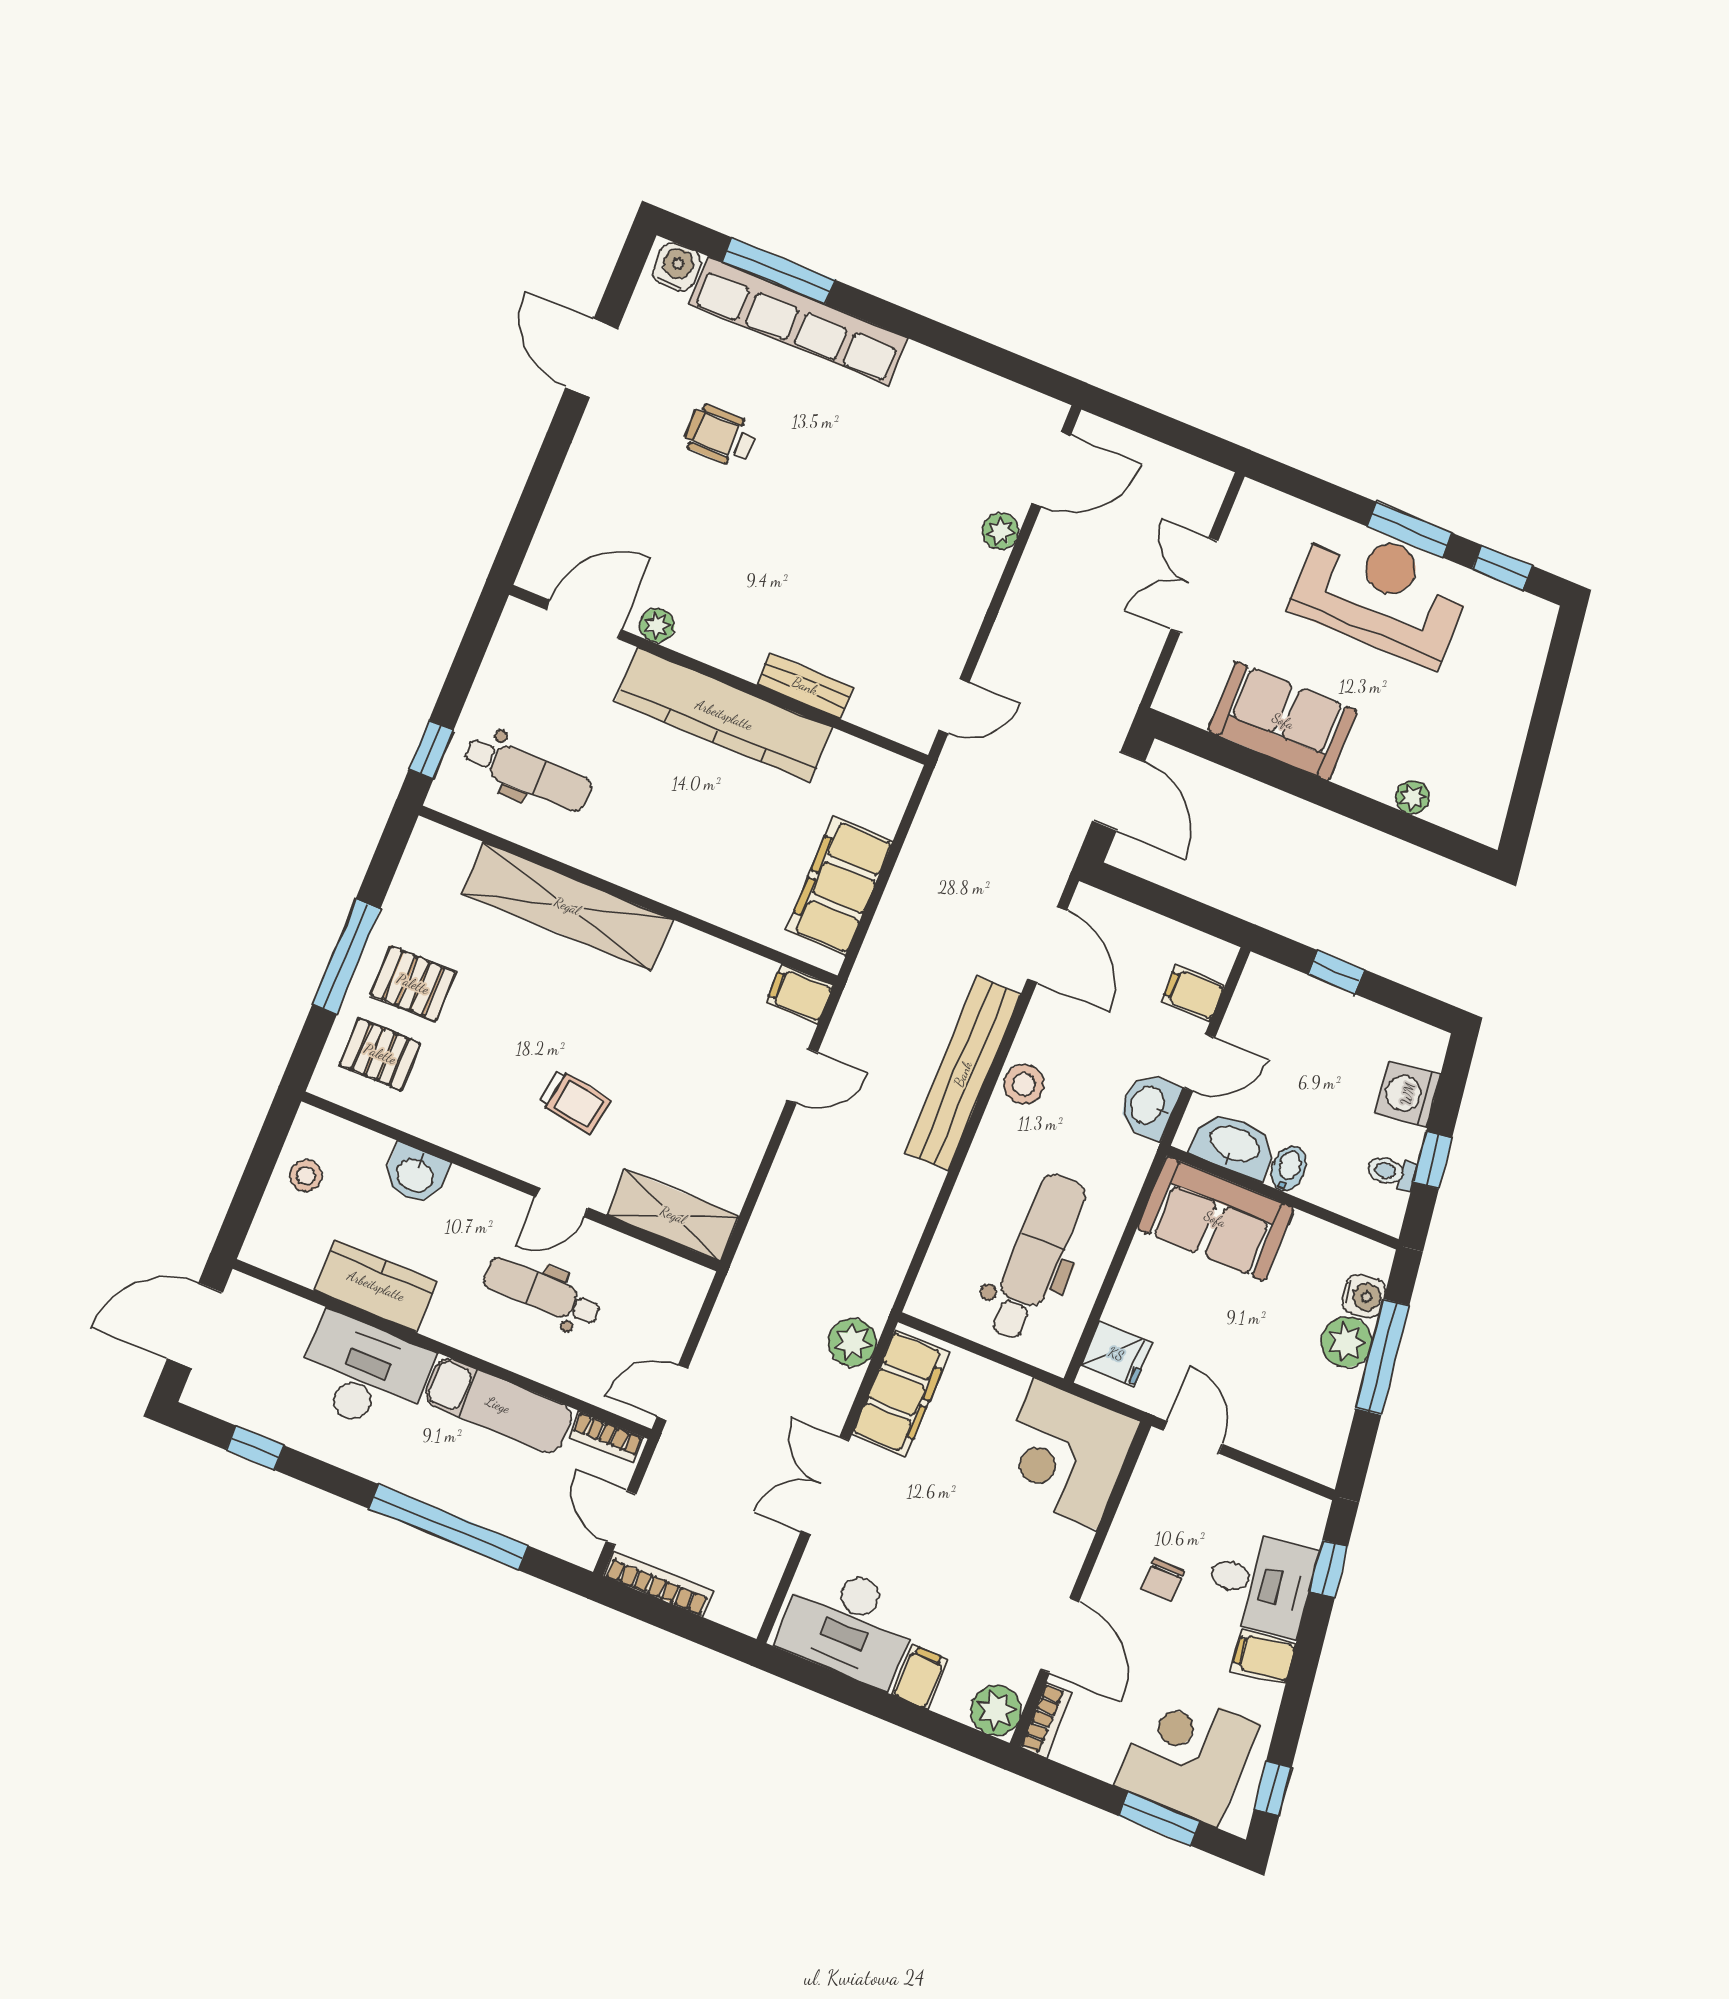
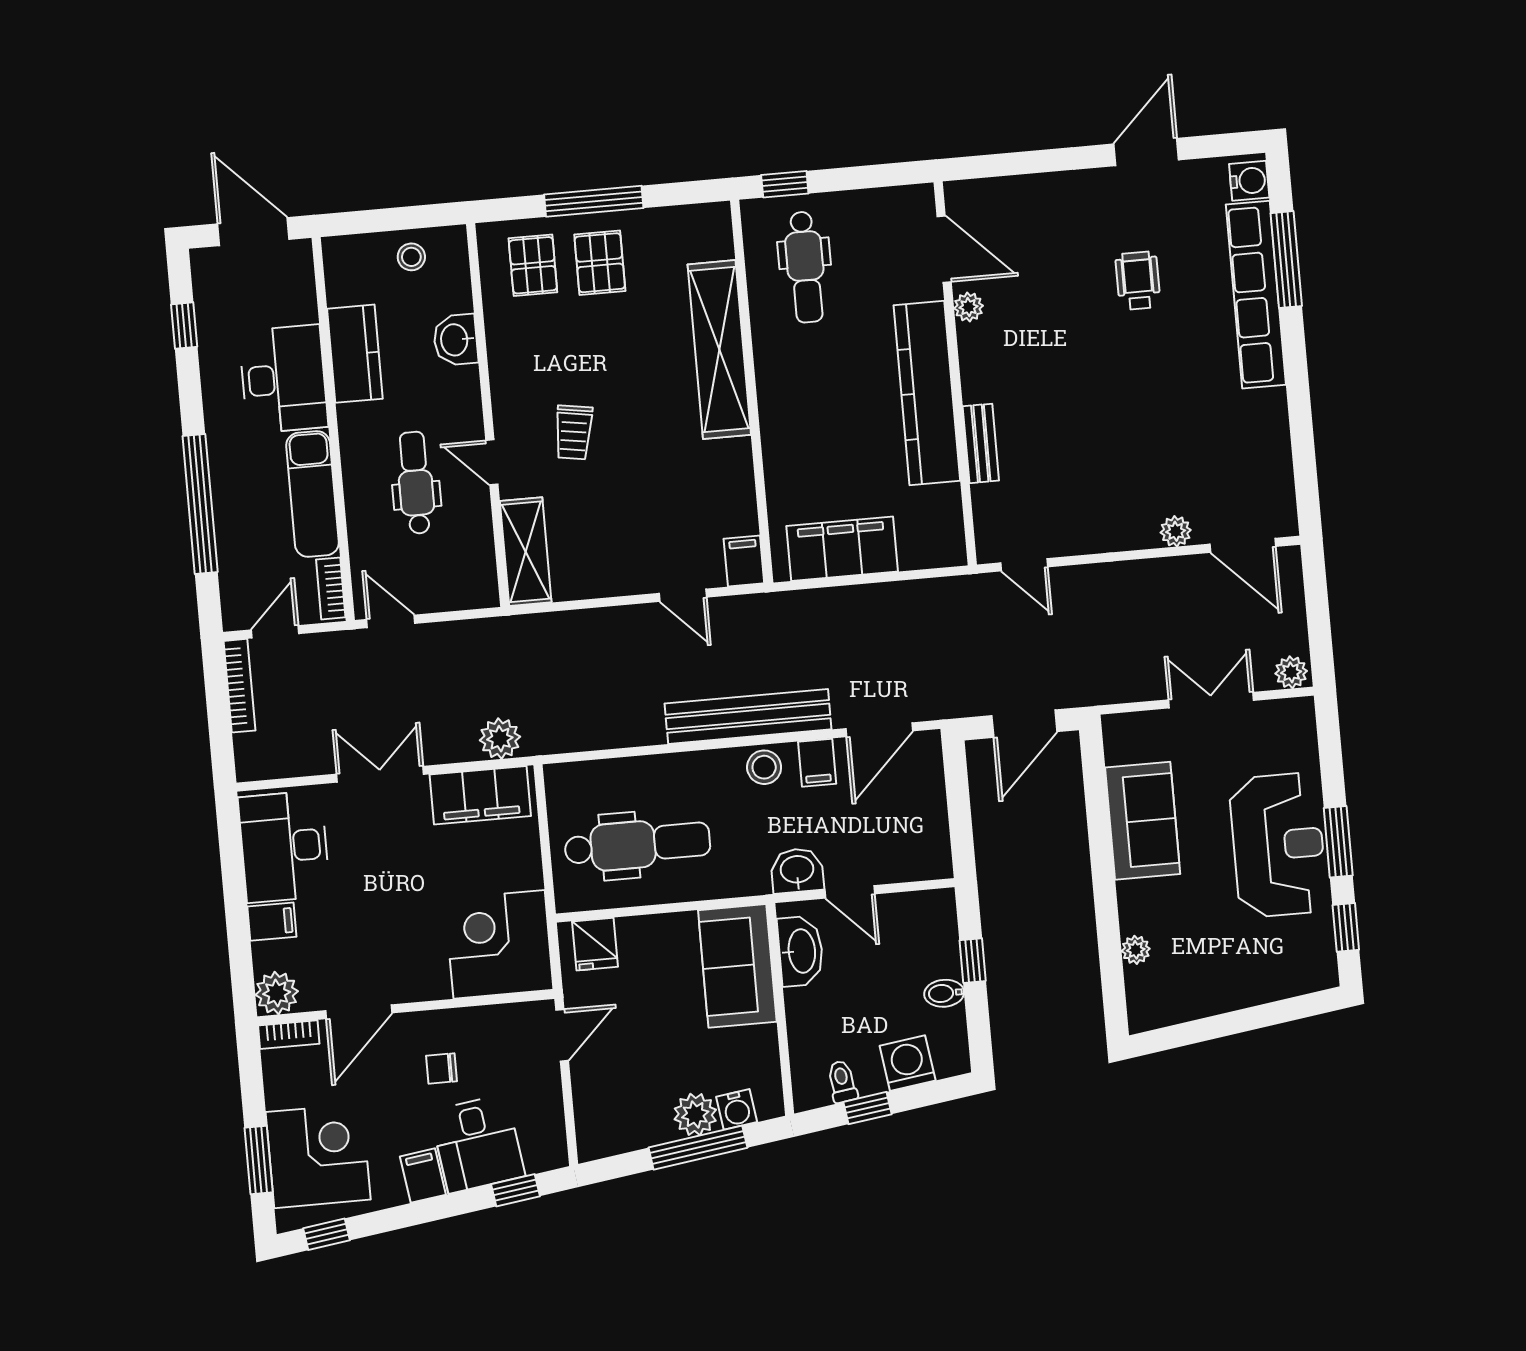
plant: (1209, 487) -> (1291, 672), added
filing cabinet: (1193, 993) -> (817, 763), moved, turned 180
bidet: (1289, 1169) -> (944, 993), moved, turned 180

